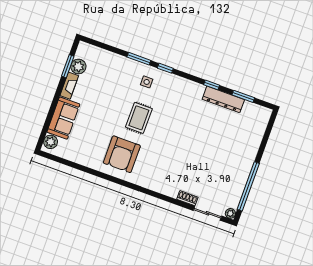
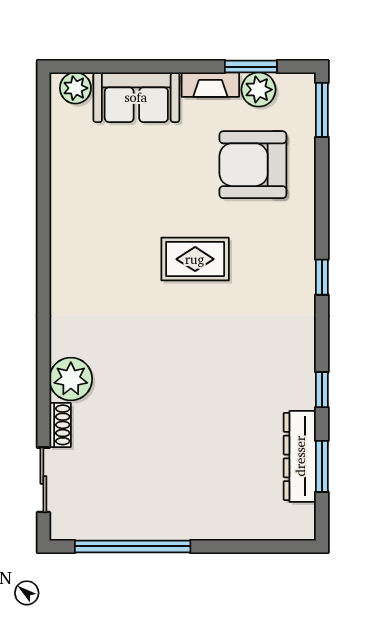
window: (139, 59) -> (322, 110), moved
side table: (147, 82) -> (278, 248), removed
dresser: (223, 99) -> (300, 456), moved
armchair: (122, 154) -> (253, 165), moved
plant: (230, 213) -> (71, 379), moved, width x1.88, depth x1.88

